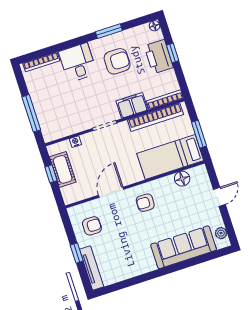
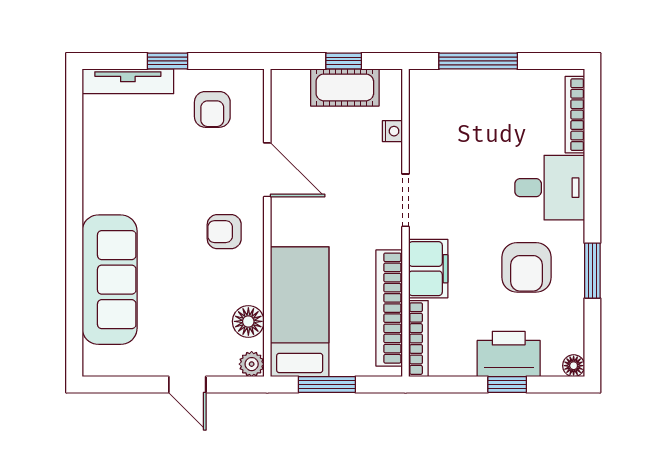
armchair: (145, 203) -> (224, 232), turned -92
plant: (221, 233) -> (252, 364), moved

